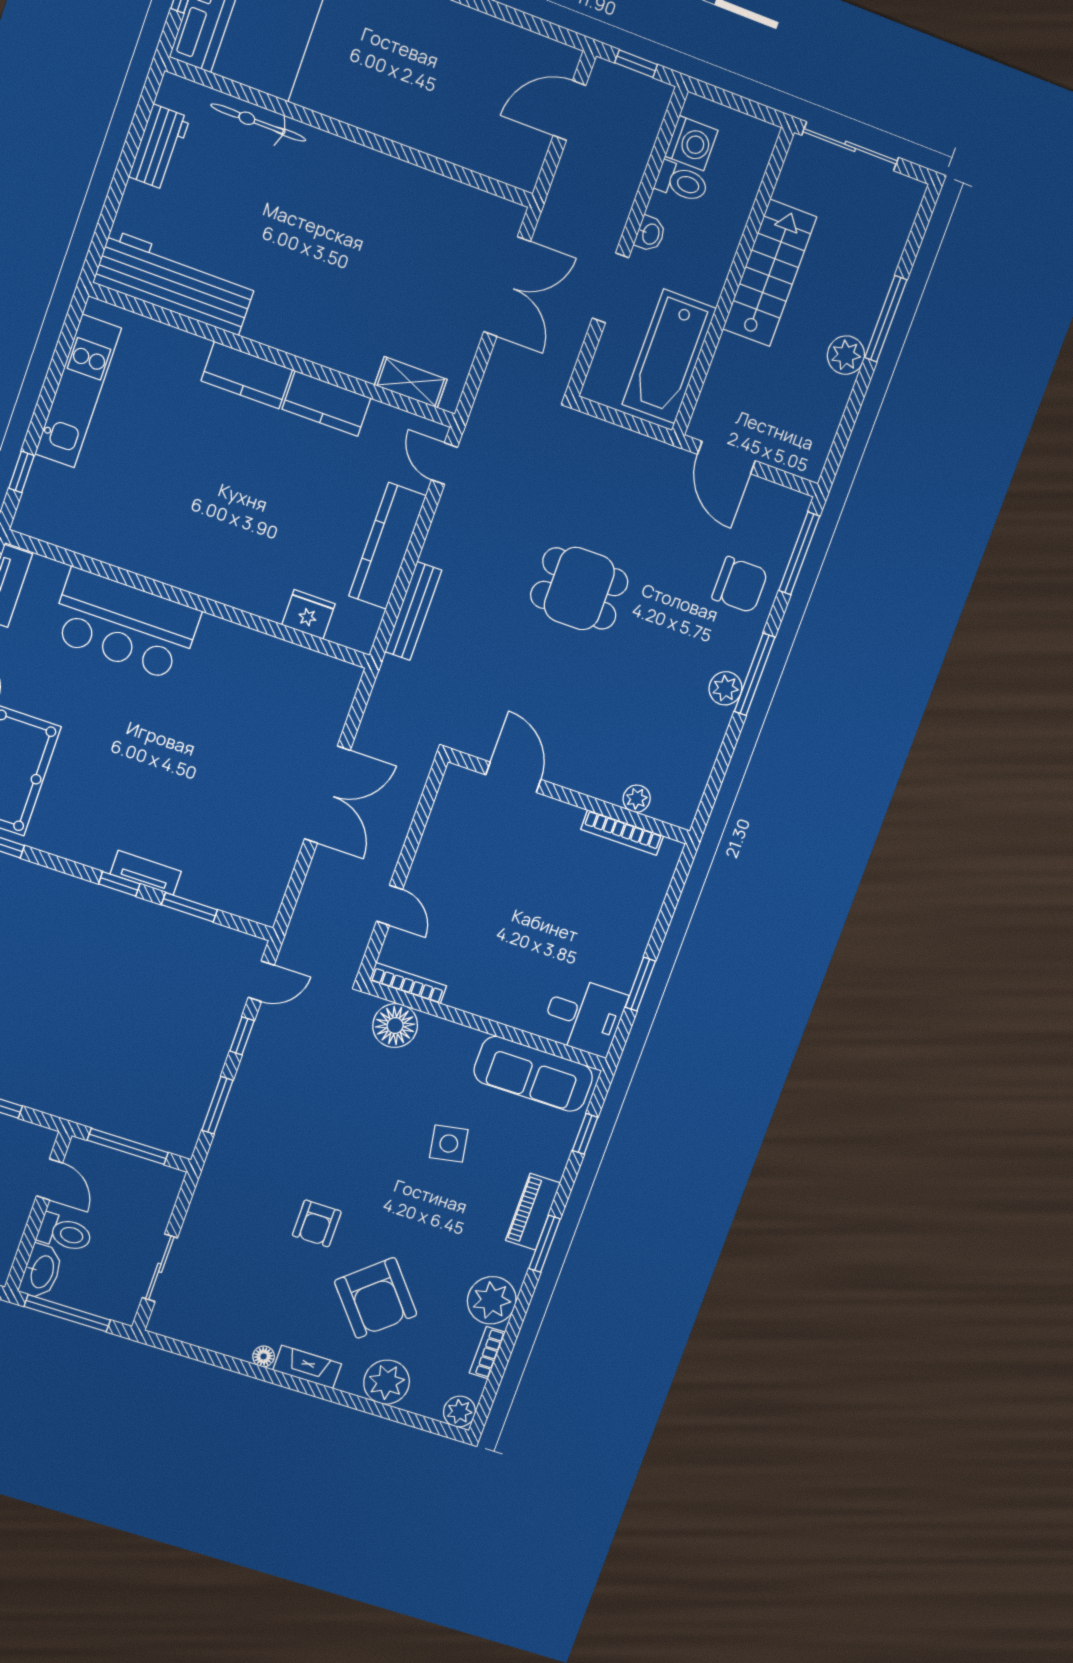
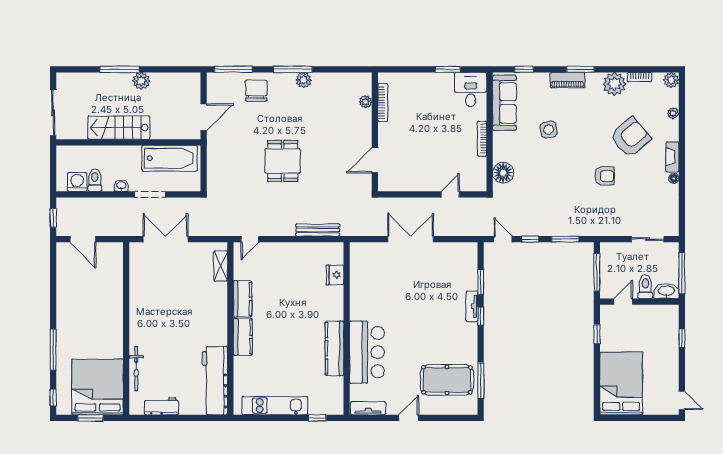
kitchen counter: (387, 546) -> (335, 348), moved, turned 90
bookcase: (408, 983) -> (482, 139), moved
plant: (387, 1382) -> (673, 113), width x0.53, depth x0.53

